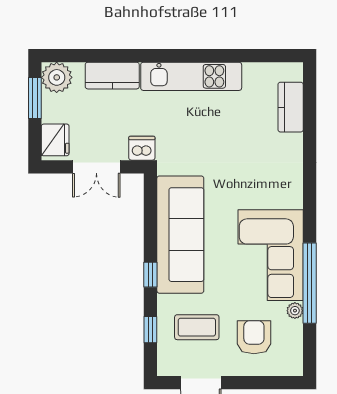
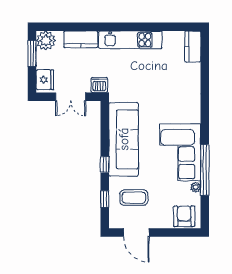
kitchen counter: (291, 107) -> (193, 47), moved
armchair: (254, 337) -> (184, 216), moved

